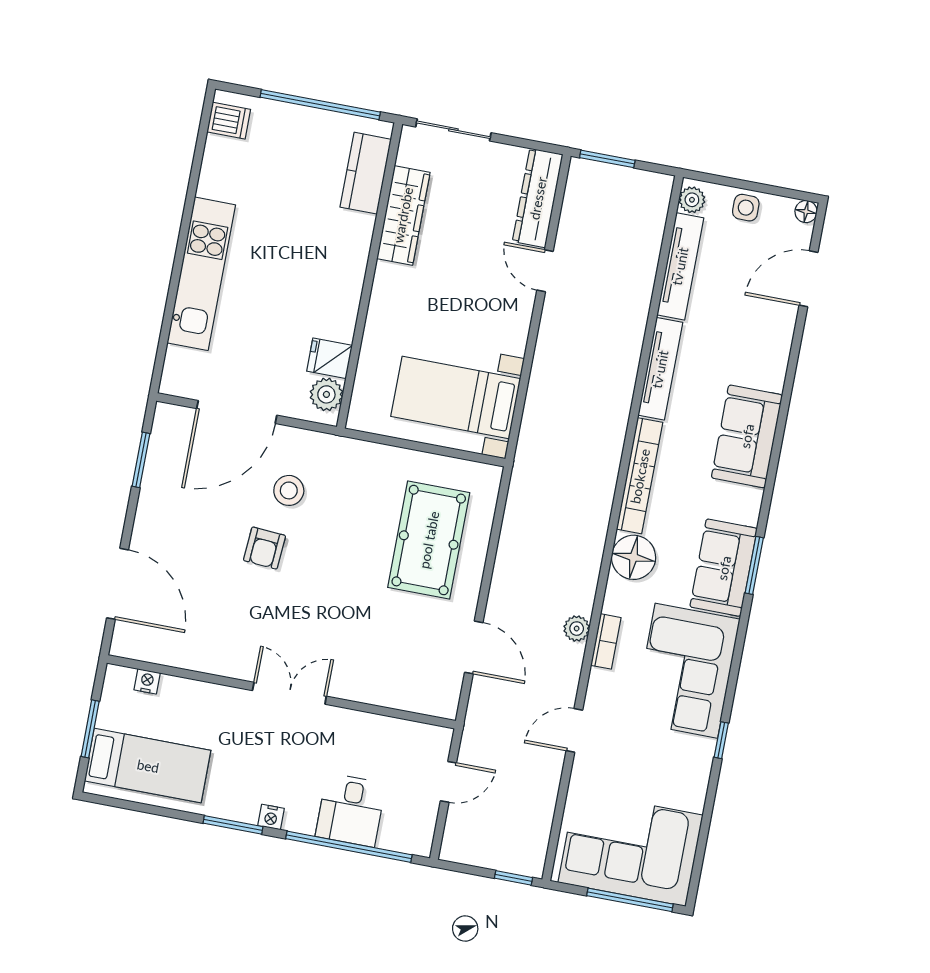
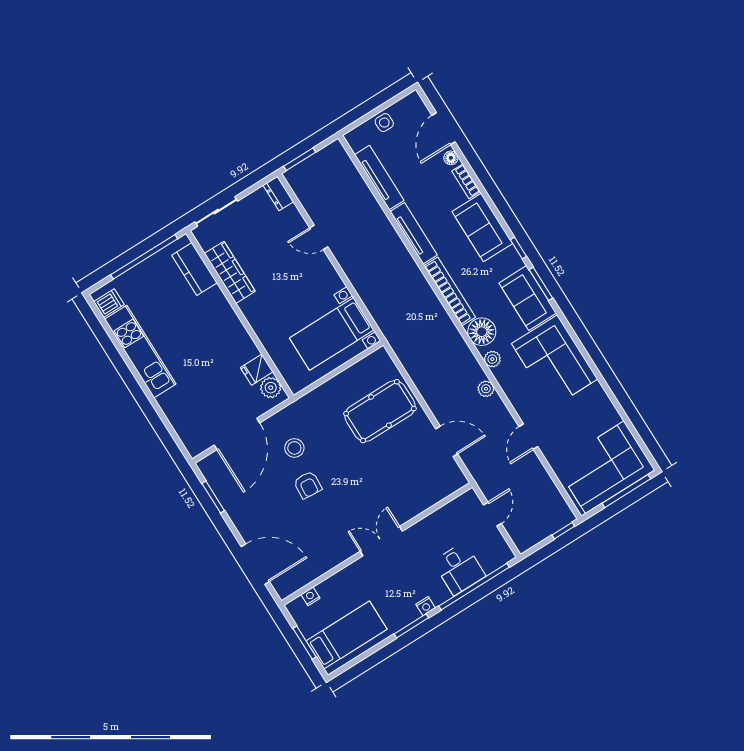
dresser: (538, 198) -> (278, 193), width x0.51, depth x0.80
plant: (692, 200) -> (492, 359), moved
floor lamp: (806, 212) -> (451, 158), moved
kitchen unit: (201, 274) -> (140, 352), moved
pool table: (429, 540) -> (380, 411), turned 90
bookcase: (606, 641) -> (466, 181), moved, turned 180
window: (721, 740) -> (518, 248), moved

